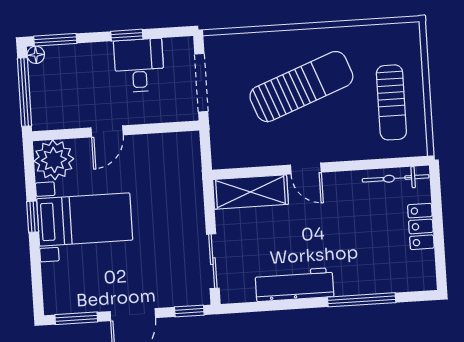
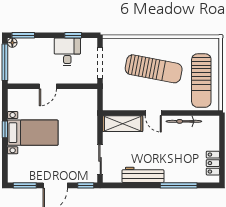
window: (127, 35) -> (73, 35), moved
sun lounger: (301, 87) -> (154, 69), turned 32
sun lounger: (391, 102) -> (201, 81), width x1.36, depth x1.34
plant: (54, 160) -> (18, 100), removed
bicycle: (396, 178) -> (184, 121), moved
locker: (421, 226) -> (213, 163), moved

